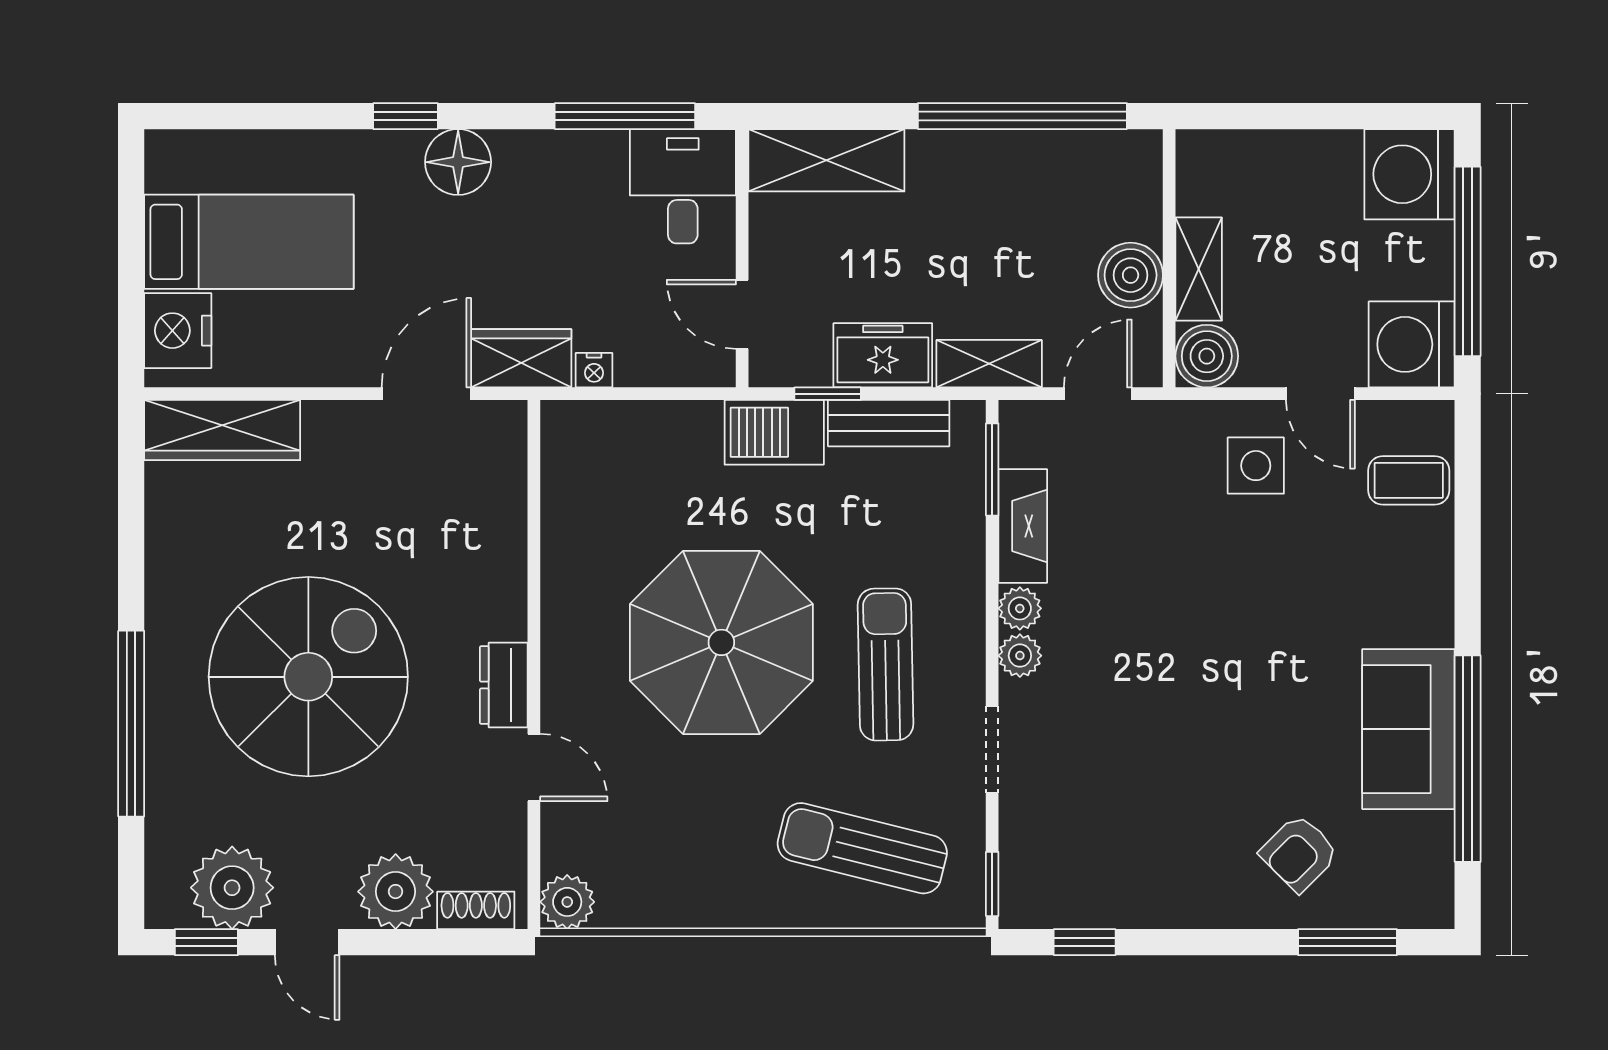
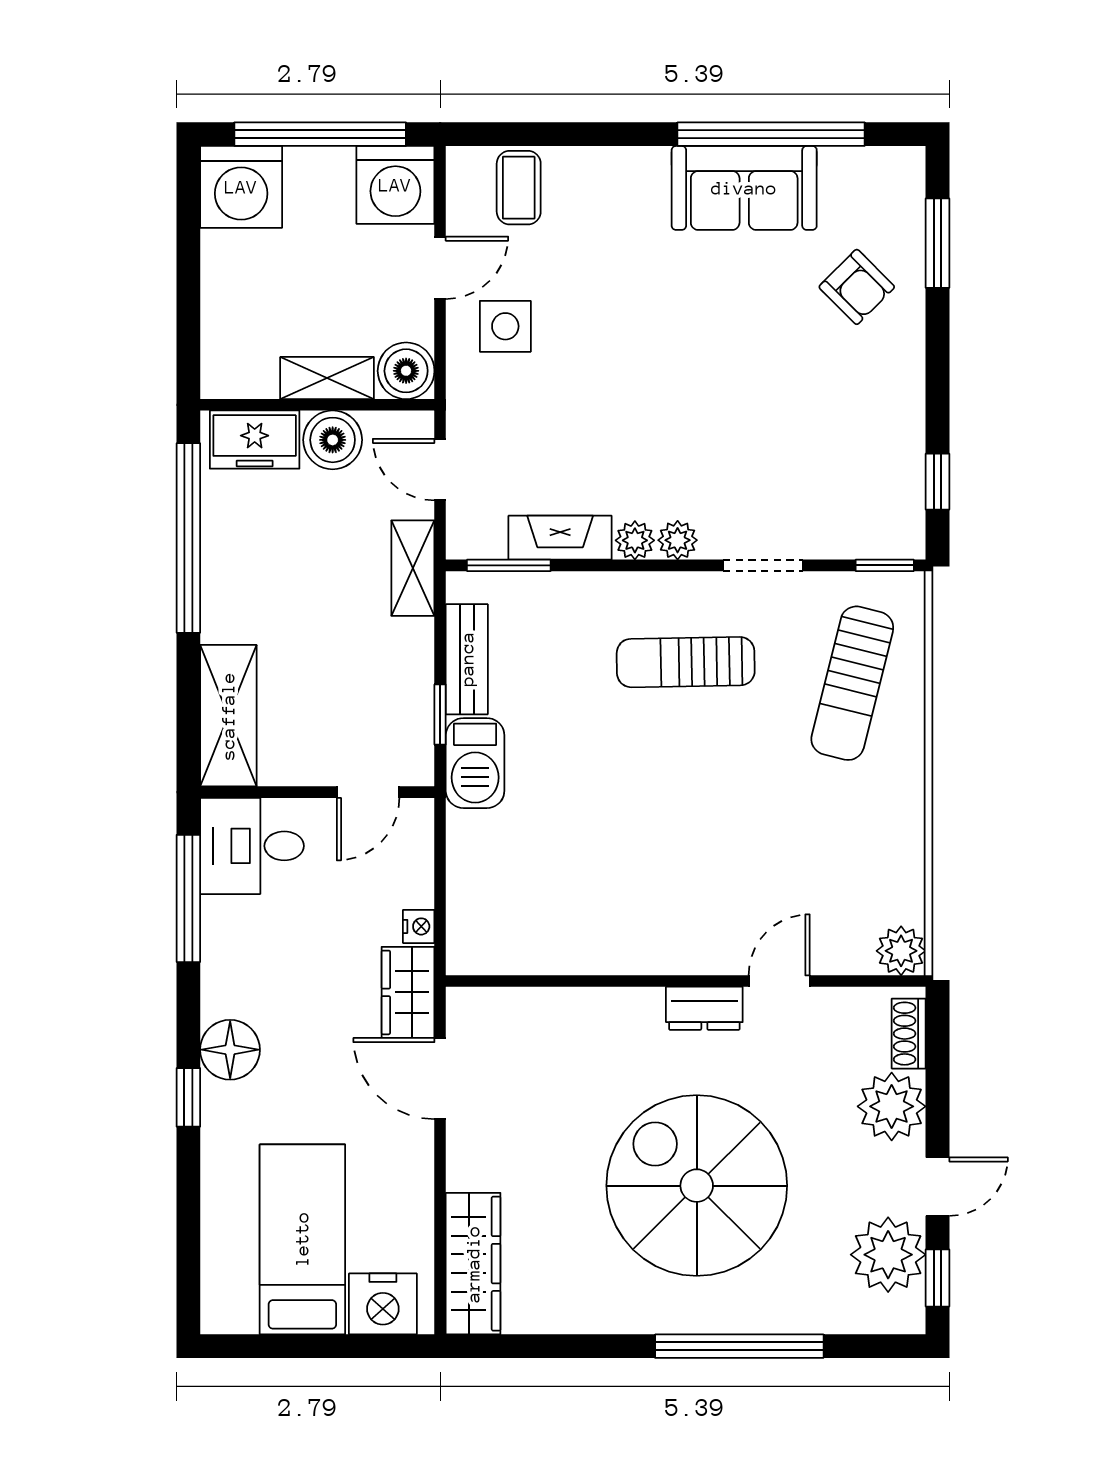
freezer: (883, 355) -> (255, 440), moved, turned -90
parasol: (721, 642) -> (666, 811), removed

